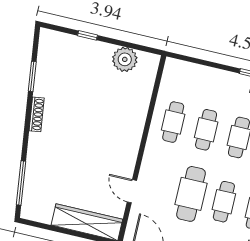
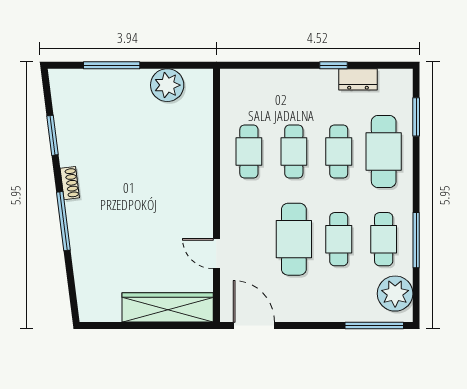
window: (88, 35) -> (112, 65), width x2.17
shoe rack: (37, 114) -> (70, 183), width x0.70
window: (21, 183) -> (63, 221), moved

